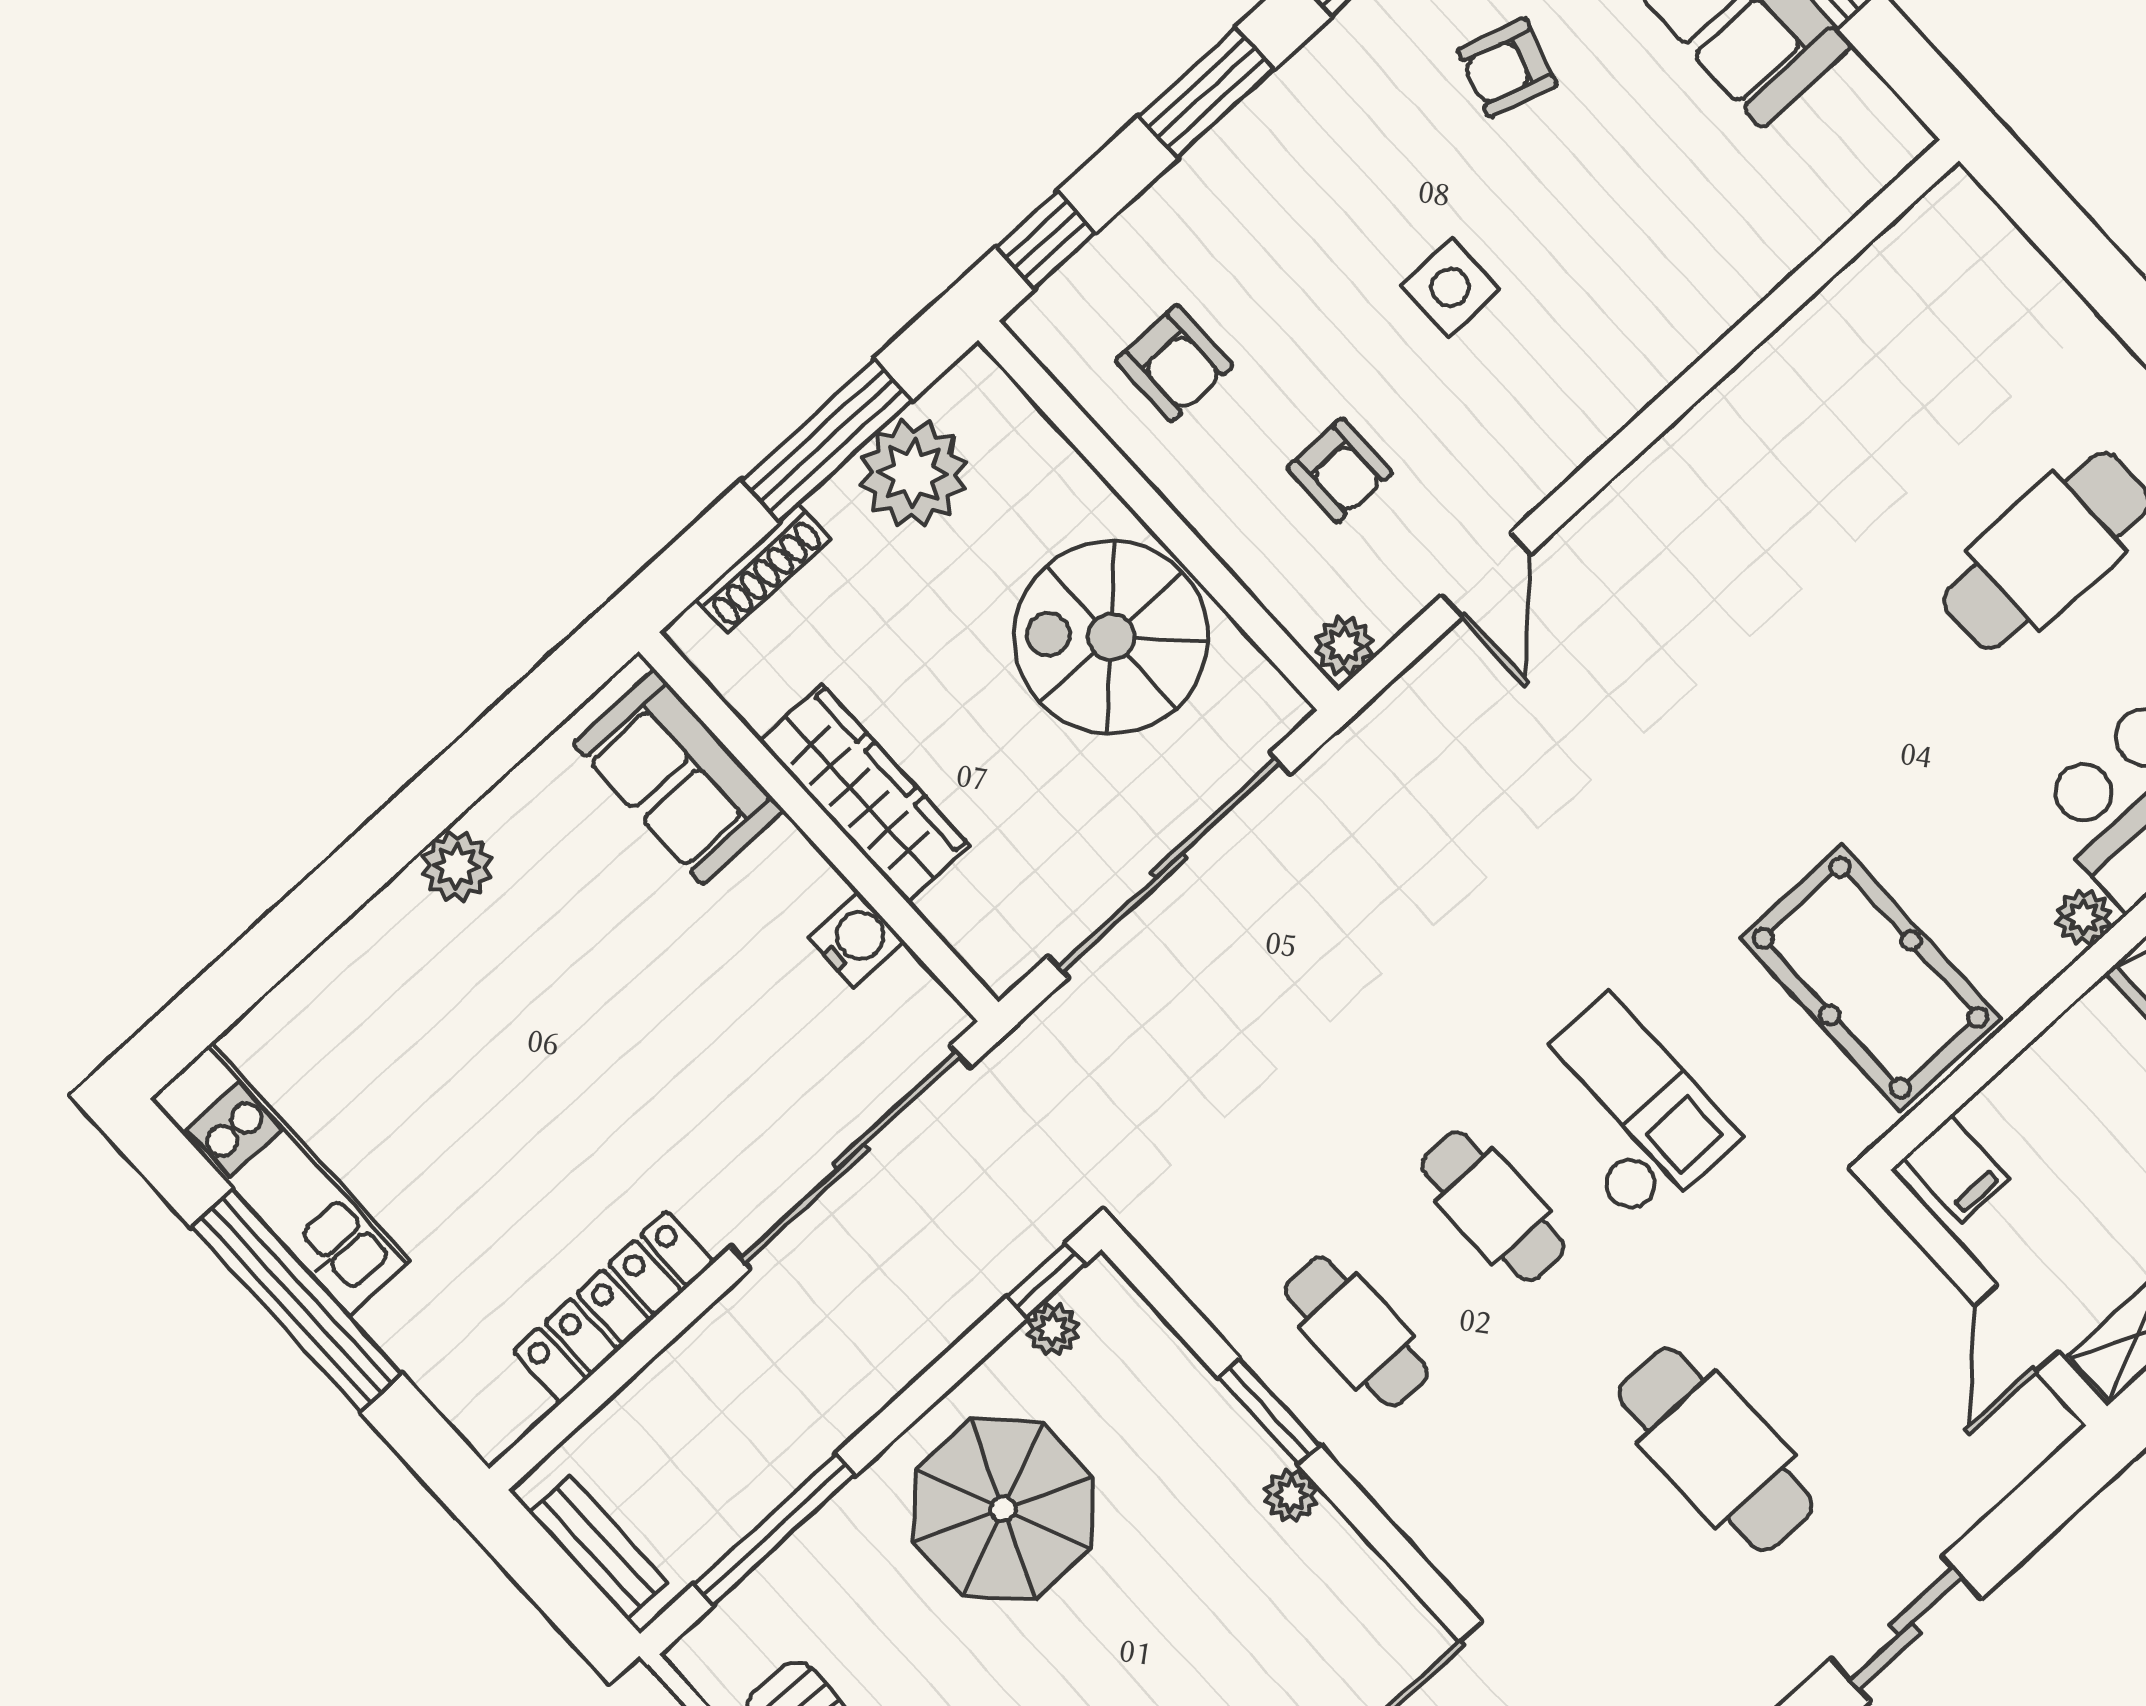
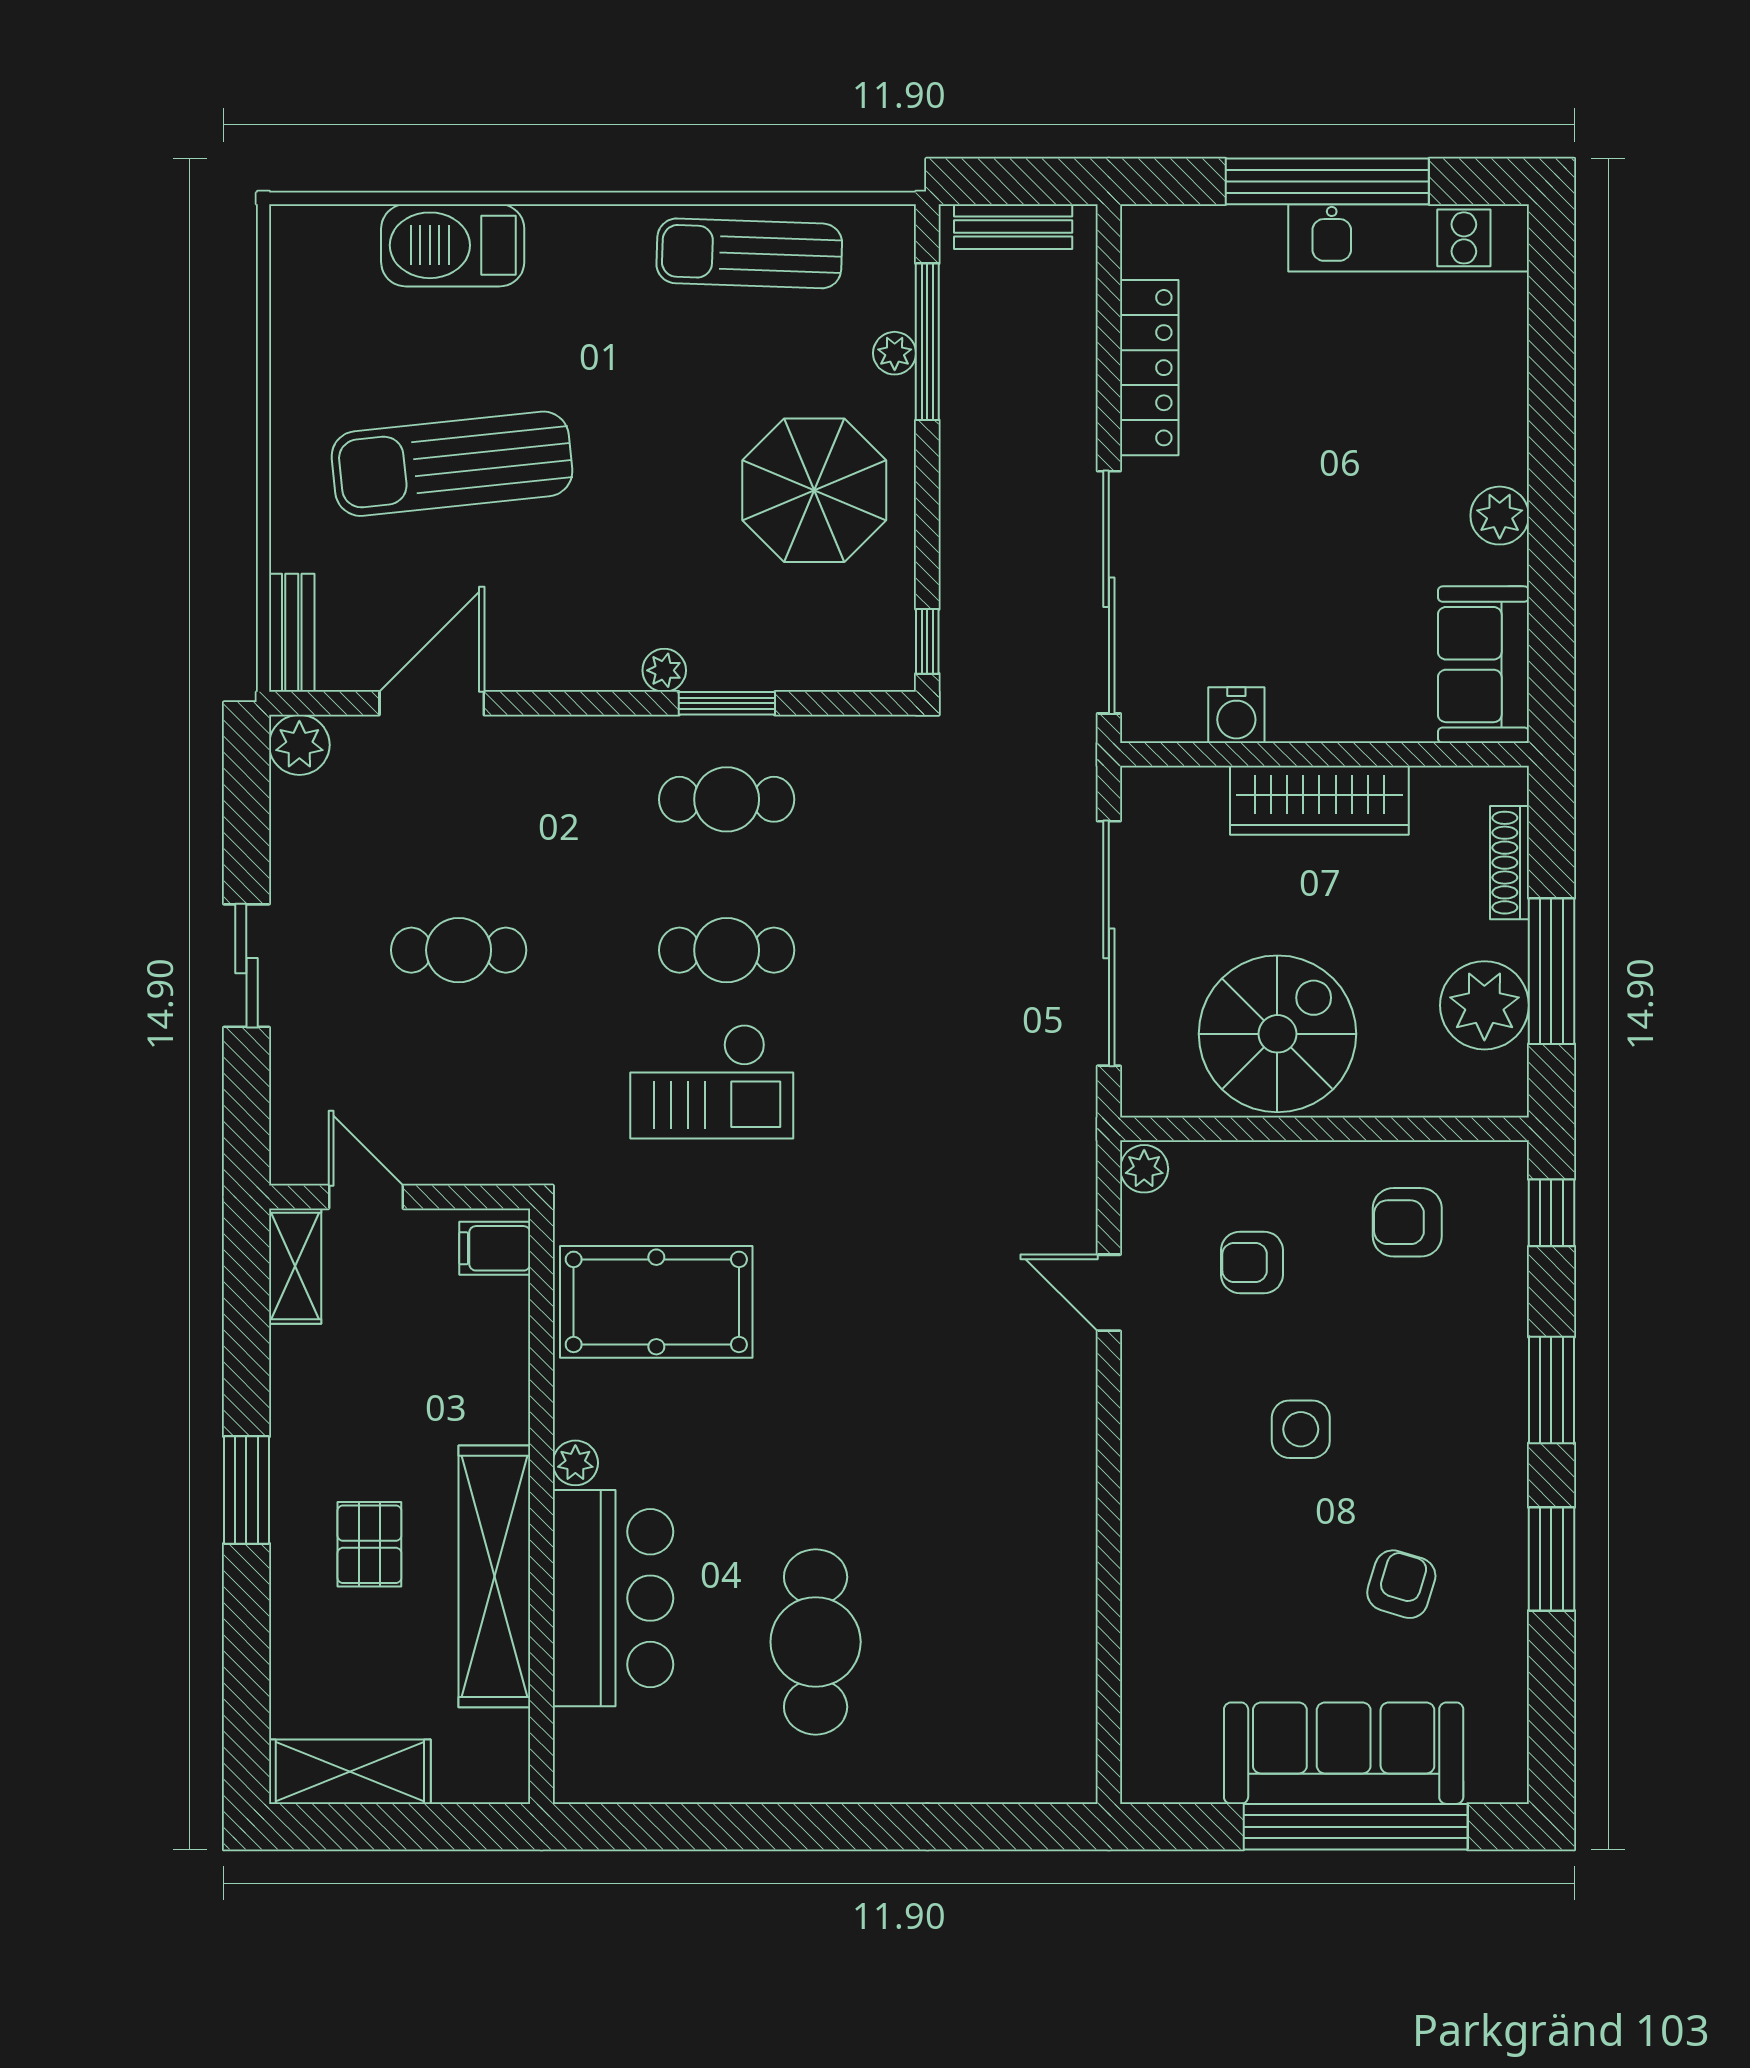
sofa: (678, 777) -> (1483, 665), moved, turned -90
plant: (1053, 1329) -> (895, 353), moved
cafe table: (1716, 1449) -> (459, 950), width x0.73, depth x0.74

